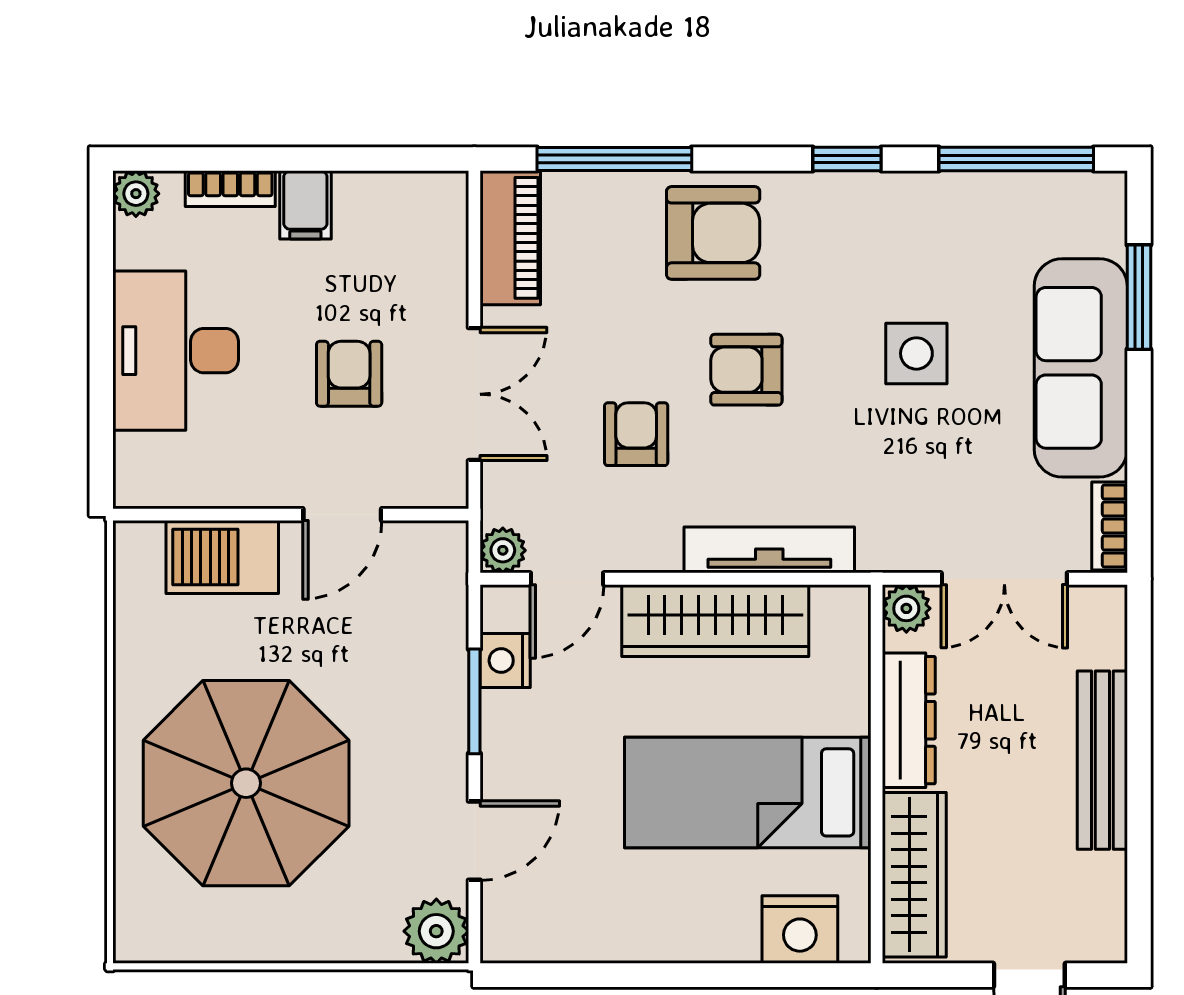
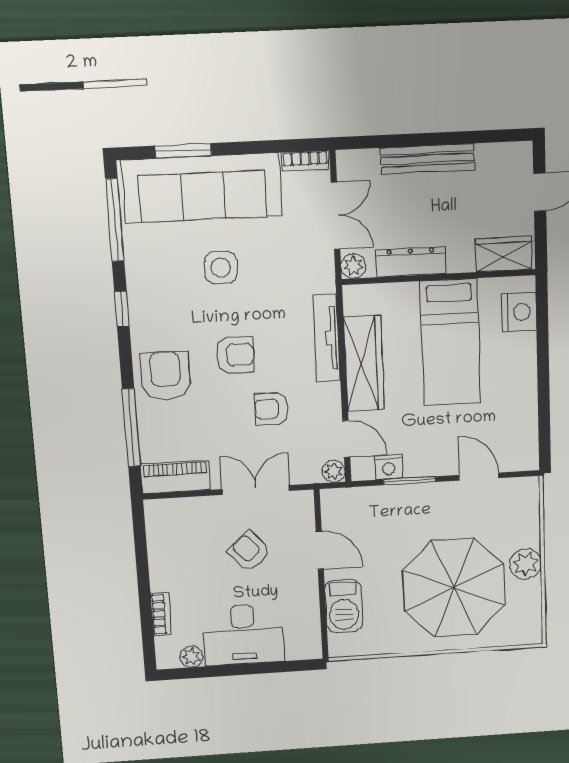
plant: (136, 194) -> (191, 657), moved
filing cabinet: (305, 205) -> (166, 578), removed
sofa: (1081, 368) -> (202, 188), width x1.36, depth x1.27
armchair: (746, 370) -> (235, 355), turned -90
armchair: (349, 374) -> (249, 551), turned 49
wardrobe: (914, 875) -> (504, 254), width x0.67
plant: (436, 931) -> (526, 564), moved

